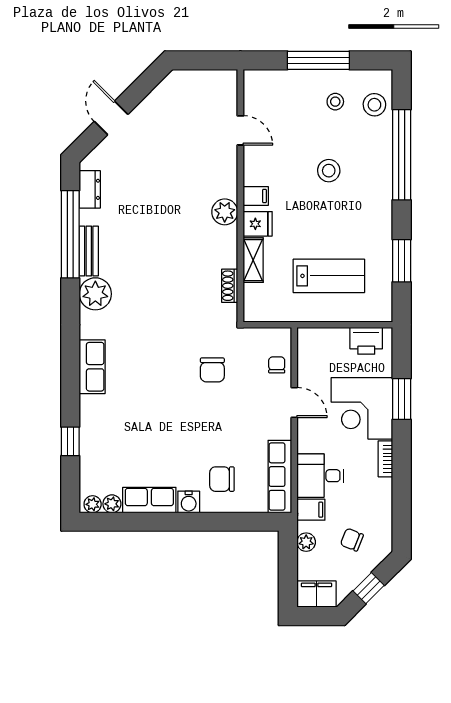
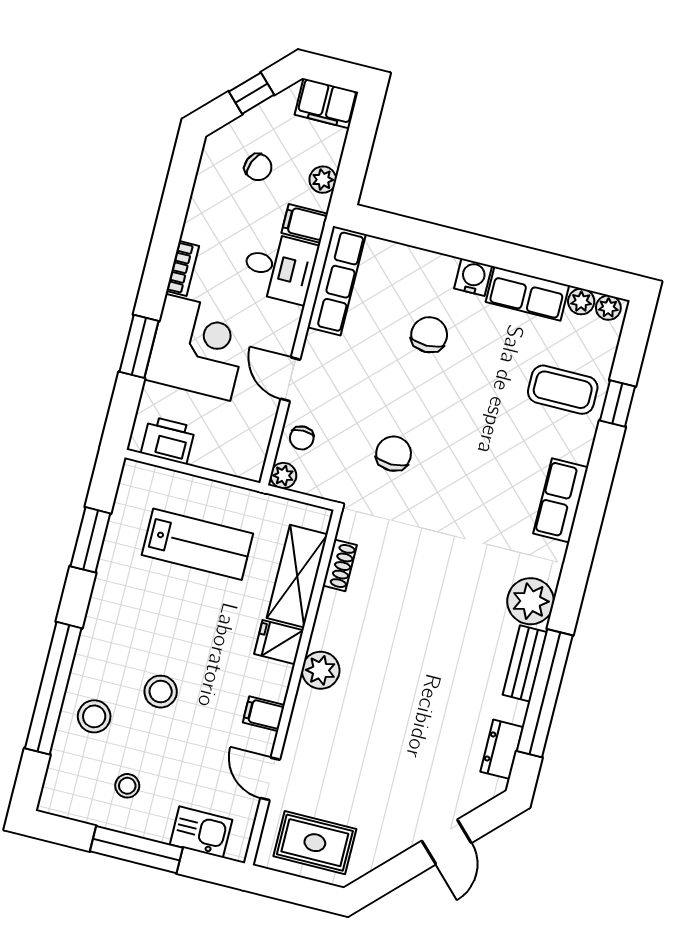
kitchen sink: (278, 83) -> (201, 832), added
rug: (200, 95) -> (315, 843), added
stool: (374, 105) -> (94, 716), moved
filing cabinet: (256, 196) -> (264, 714), moved
shelving: (253, 260) -> (297, 576), width x1.50, depth x1.33
lab bench: (329, 276) -> (197, 544), turned 180
plant: (283, 337) -> (283, 475), added
coffee table: (109, 441) -> (563, 390), added
chair: (222, 479) -> (429, 335), moved, turned -90

